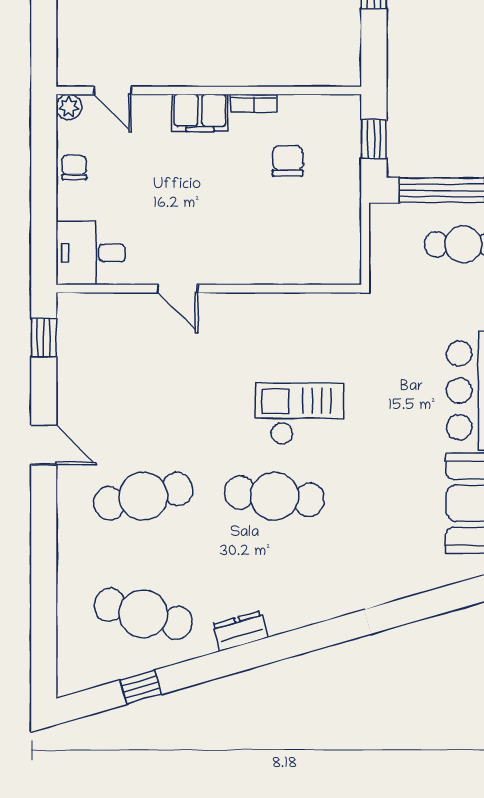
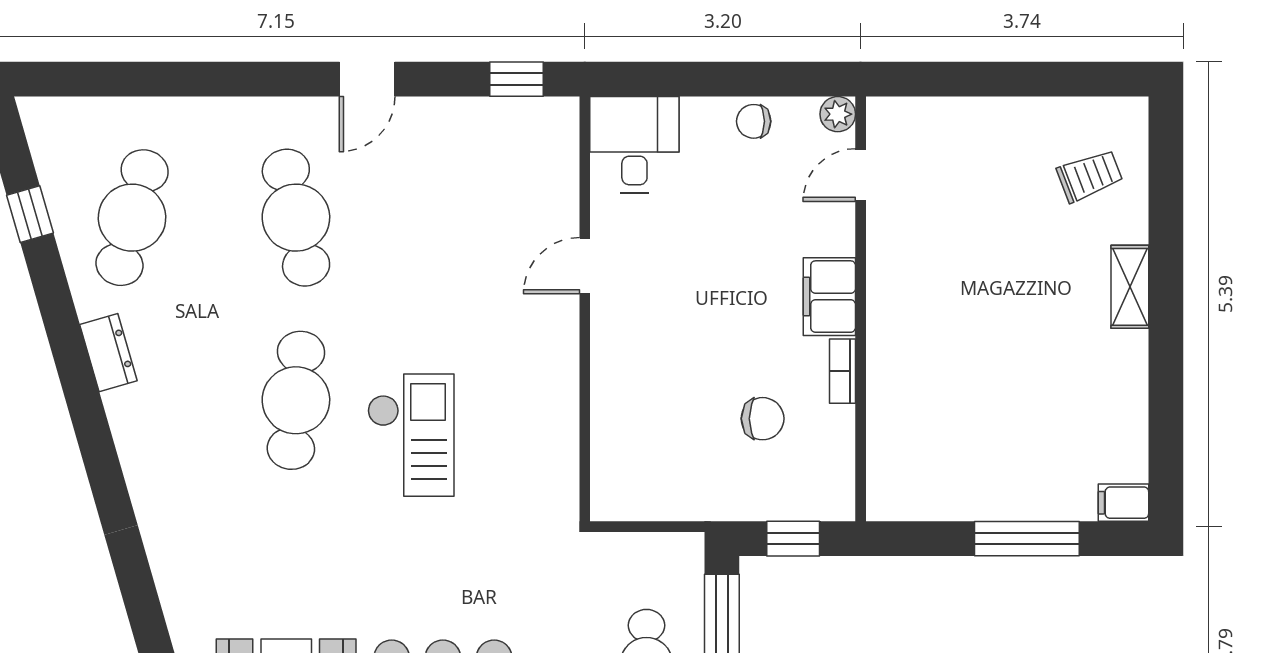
chair: (74, 167) -> (754, 121), turned 180

